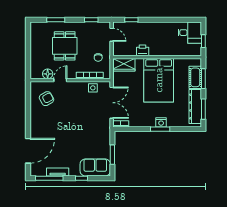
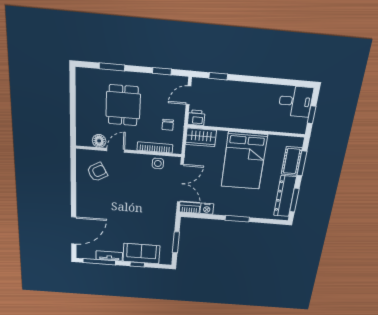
door: (112, 35) -> (188, 95), swing flipped
printer: (143, 50) -> (196, 118), moved
nightstand: (161, 122) -> (207, 209), moved
sofa: (95, 167) -> (141, 254), moved

